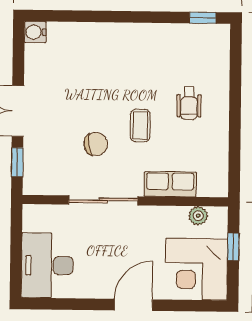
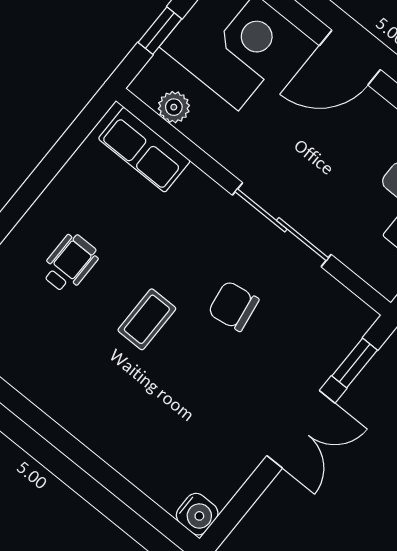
coffee table: (140, 126) -> (147, 319), moved
row of seats: (170, 184) -> (144, 150), moved

